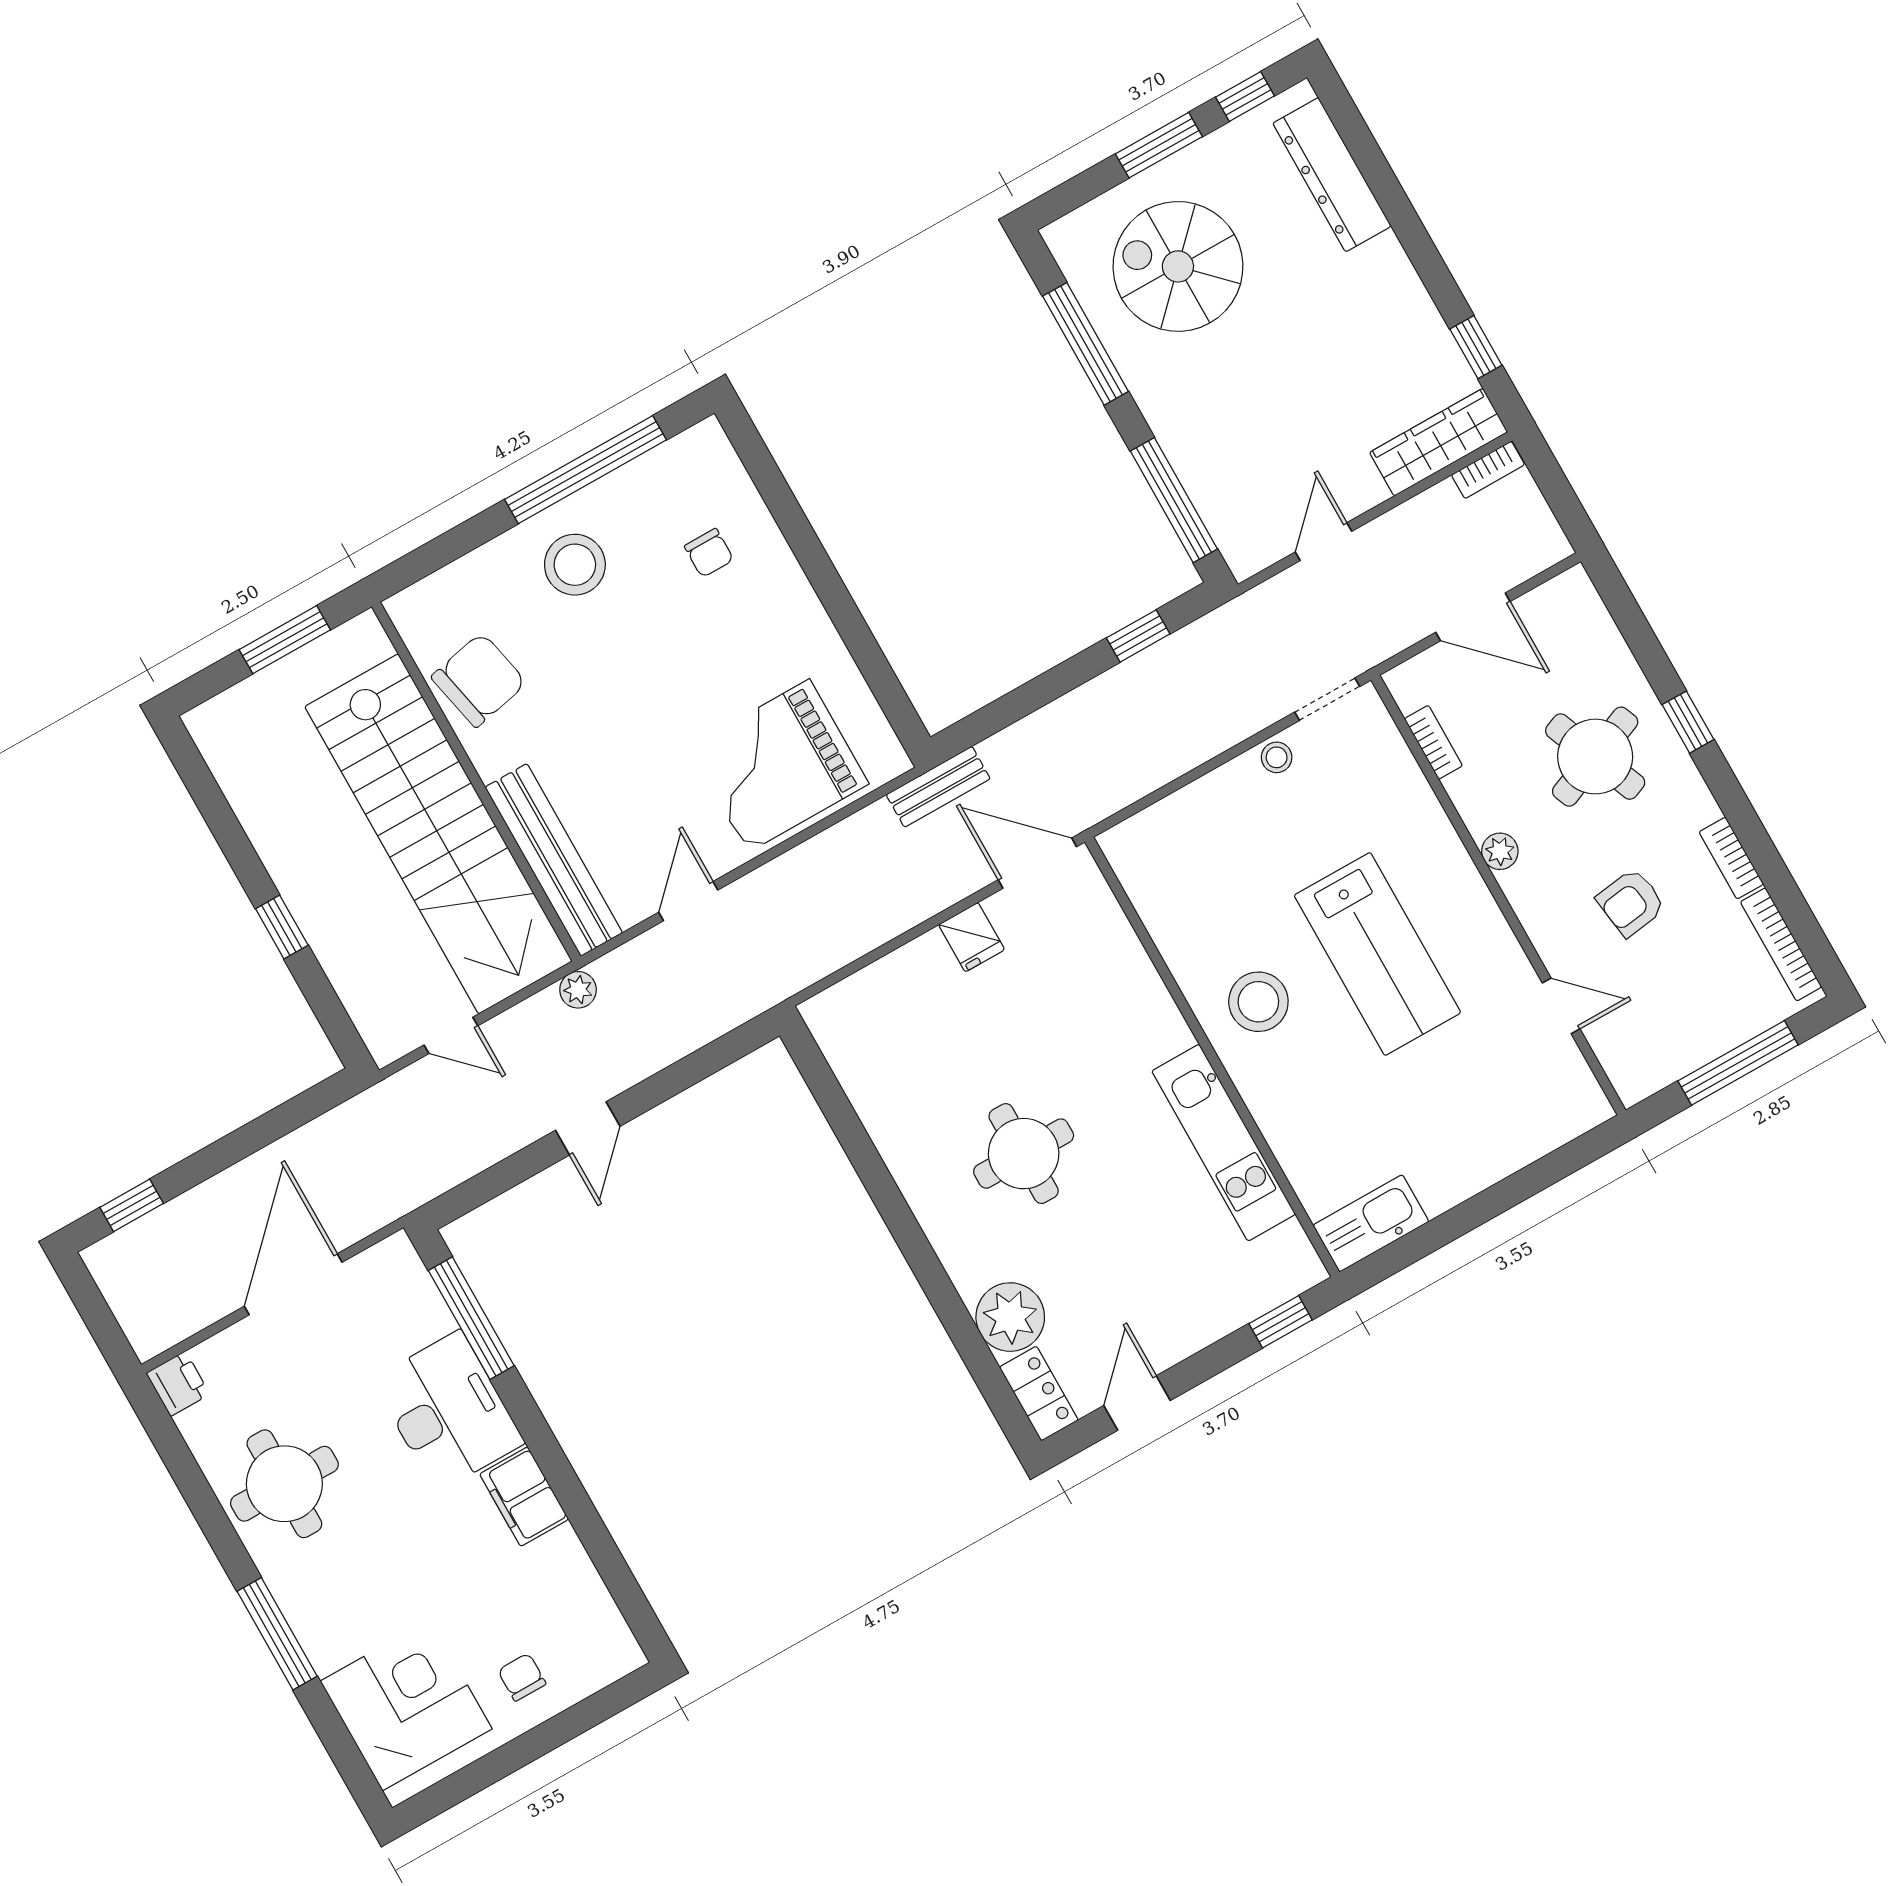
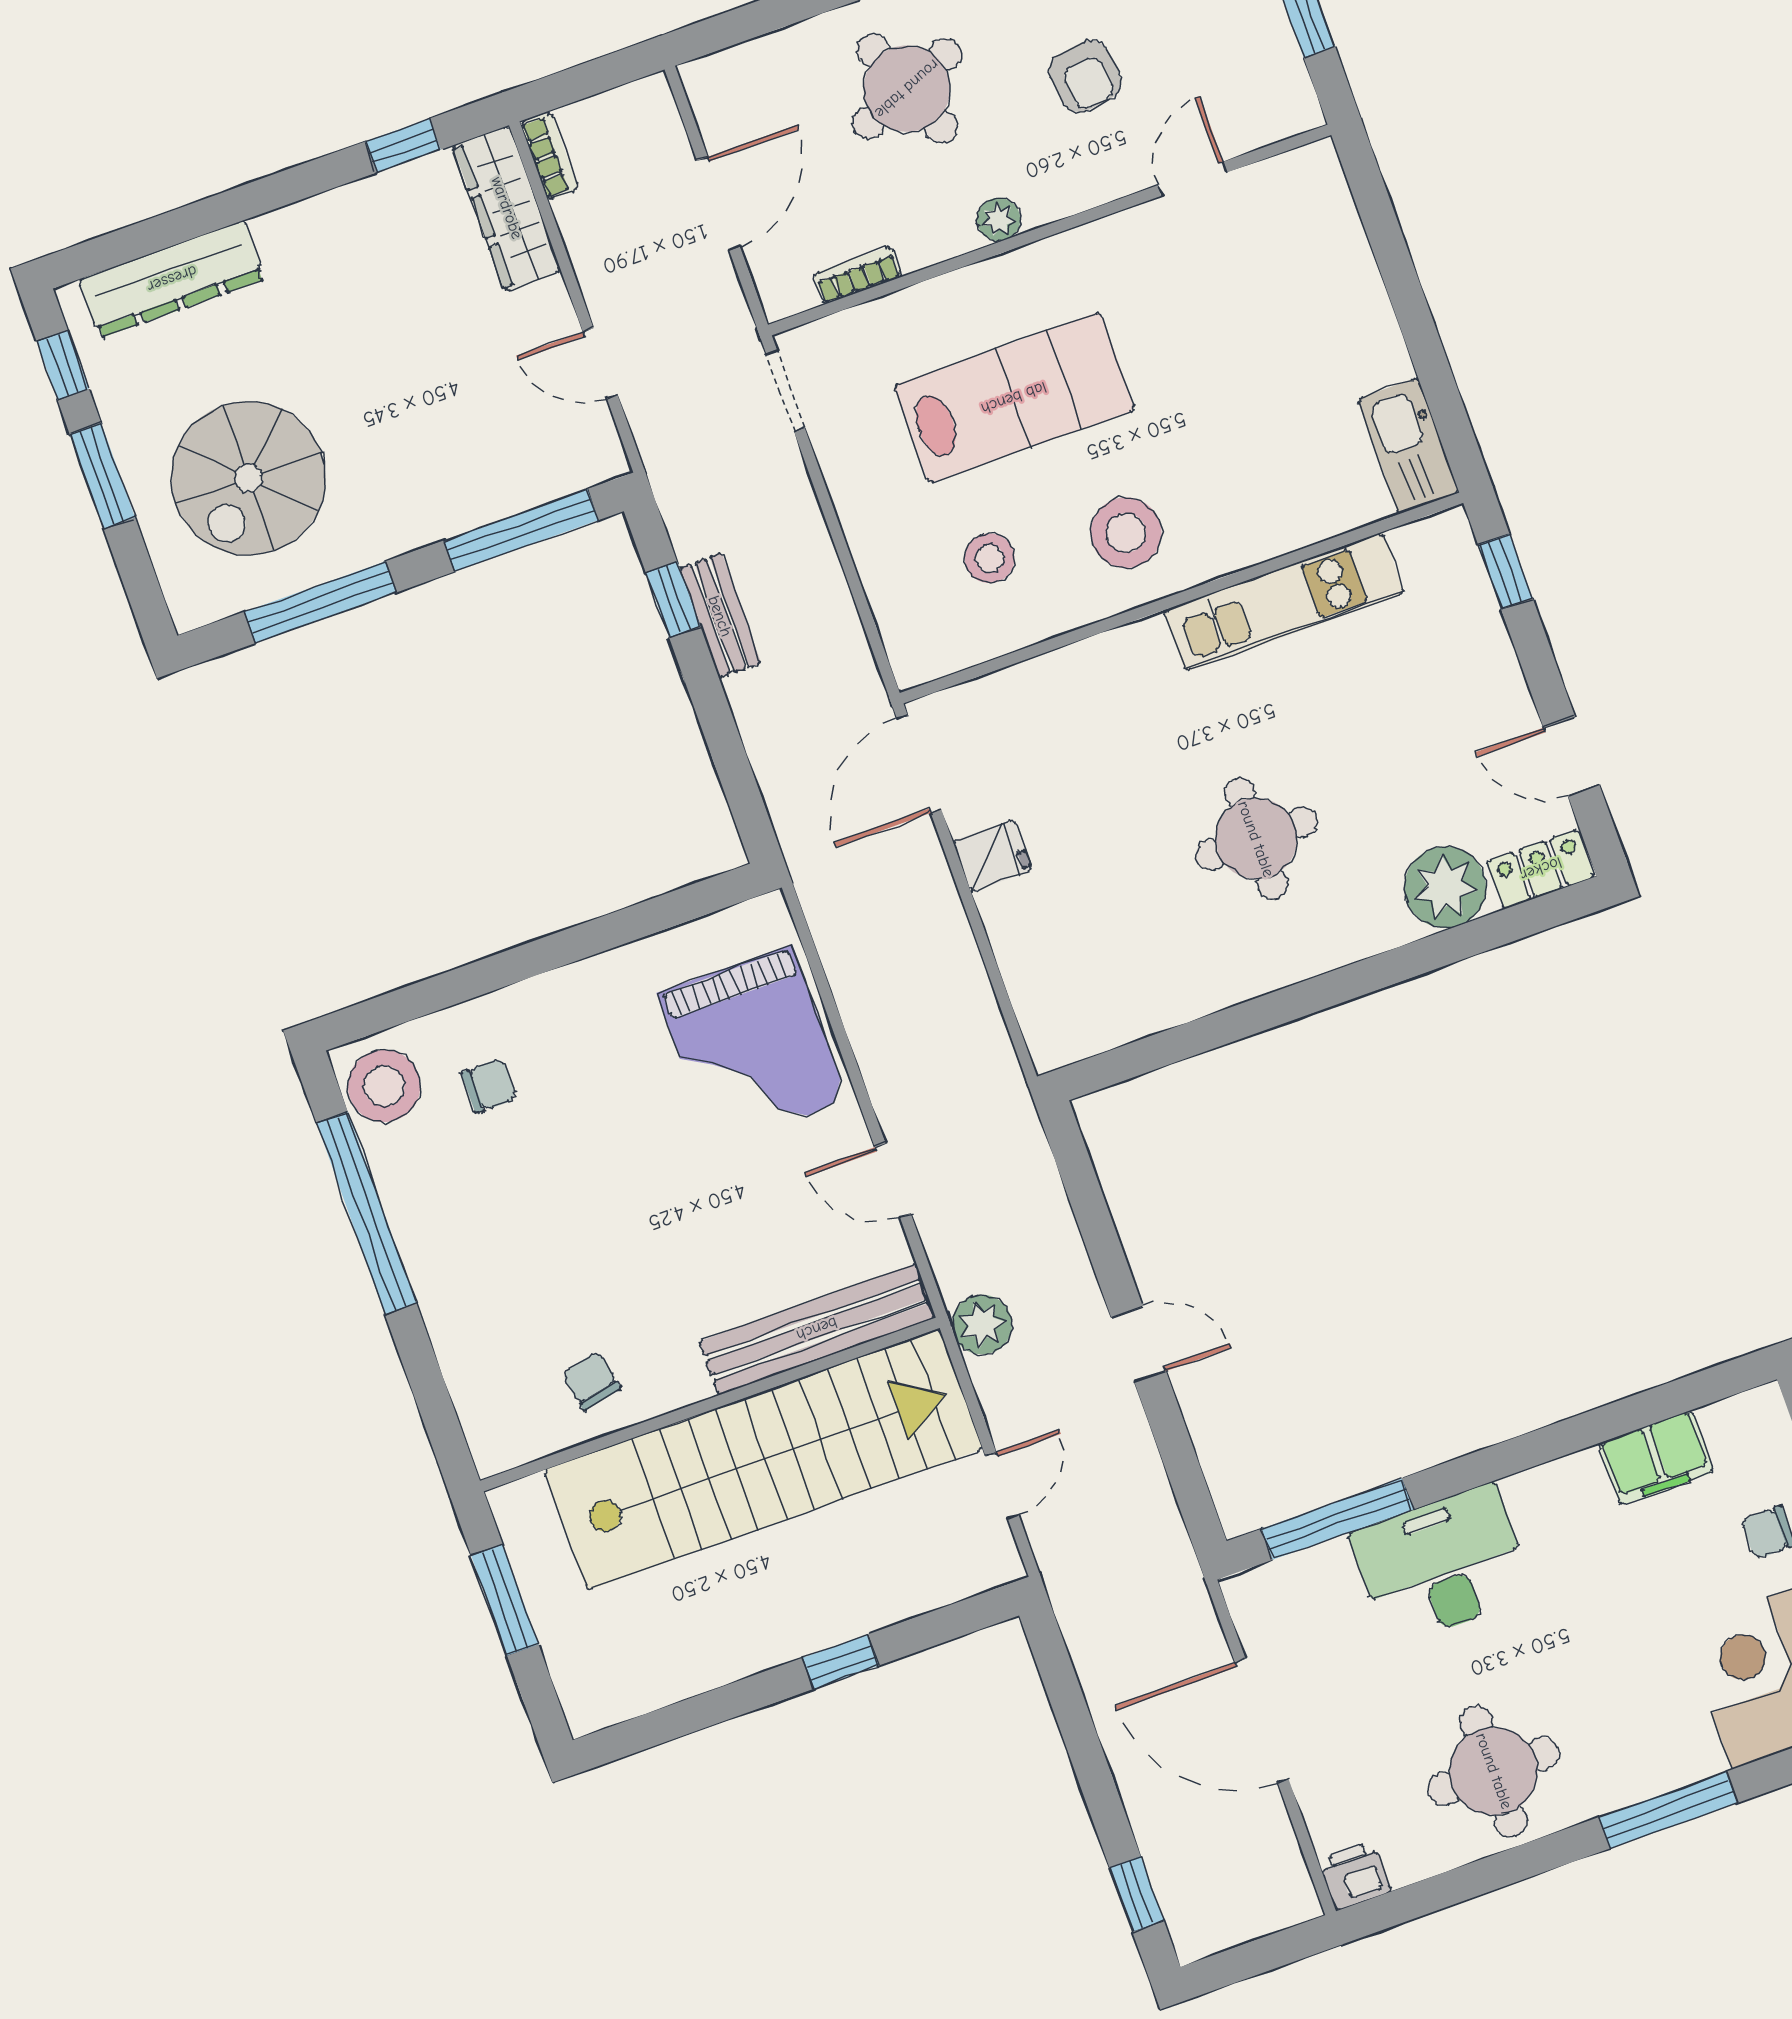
stool: (575, 565) -> (384, 1086), moved
chair: (479, 680) -> (591, 1381), width x0.54, depth x0.54
stool: (1277, 757) -> (990, 558), moved, width x1.37, depth x1.37
bench: (938, 787) -> (720, 616), moved
lab bench: (1377, 954) -> (1014, 398), moved
plant: (578, 990) -> (982, 1325), width x1.38, depth x1.38
filing cabinet: (524, 1497) -> (1656, 1458), moved

